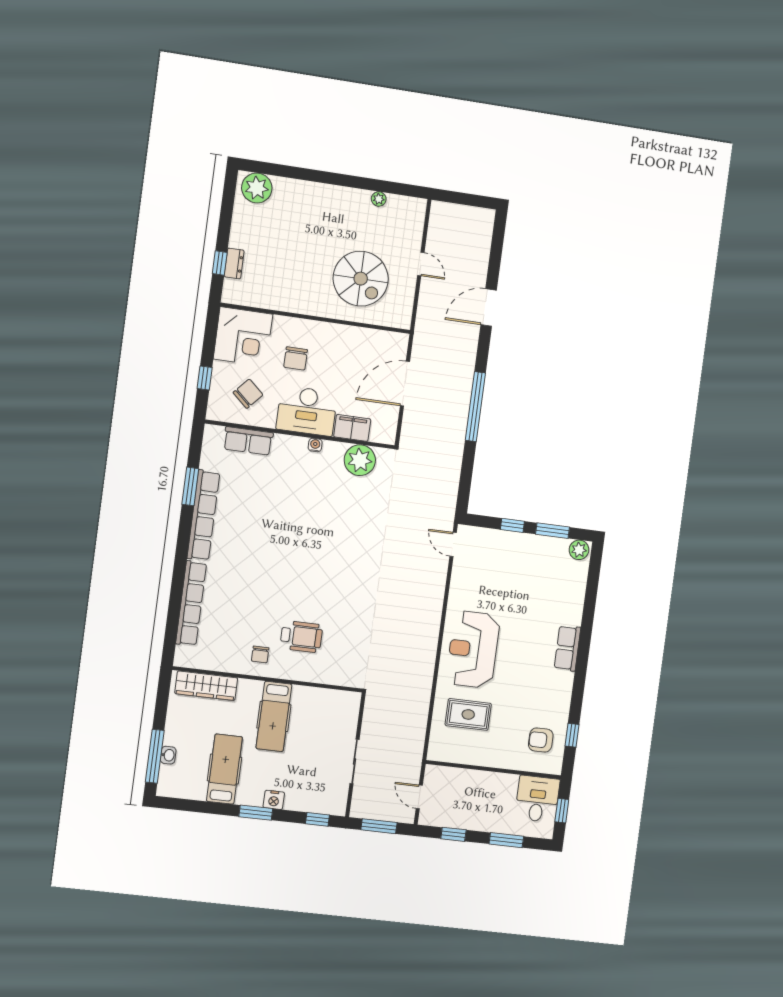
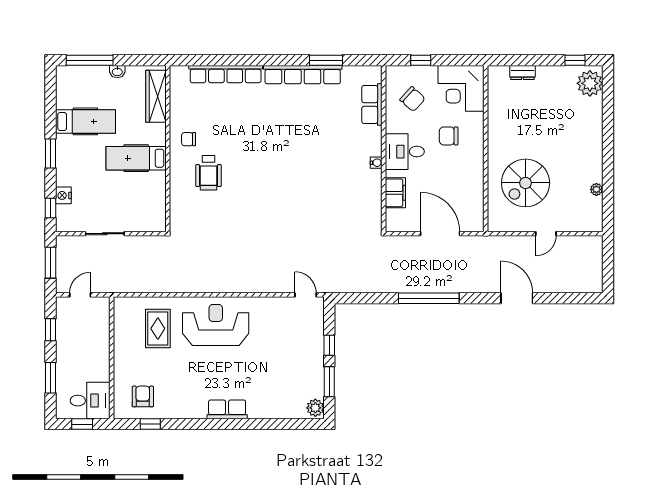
window: (220, 263) -> (575, 60), moved
desk: (307, 411) -> (405, 152), width x0.73
plant: (360, 460) -> (368, 203), removed
door: (453, 544) -> (306, 295), hinge flipped
washbasin: (168, 755) -> (117, 72), moved
nightstand: (274, 800) -> (63, 195), moved

